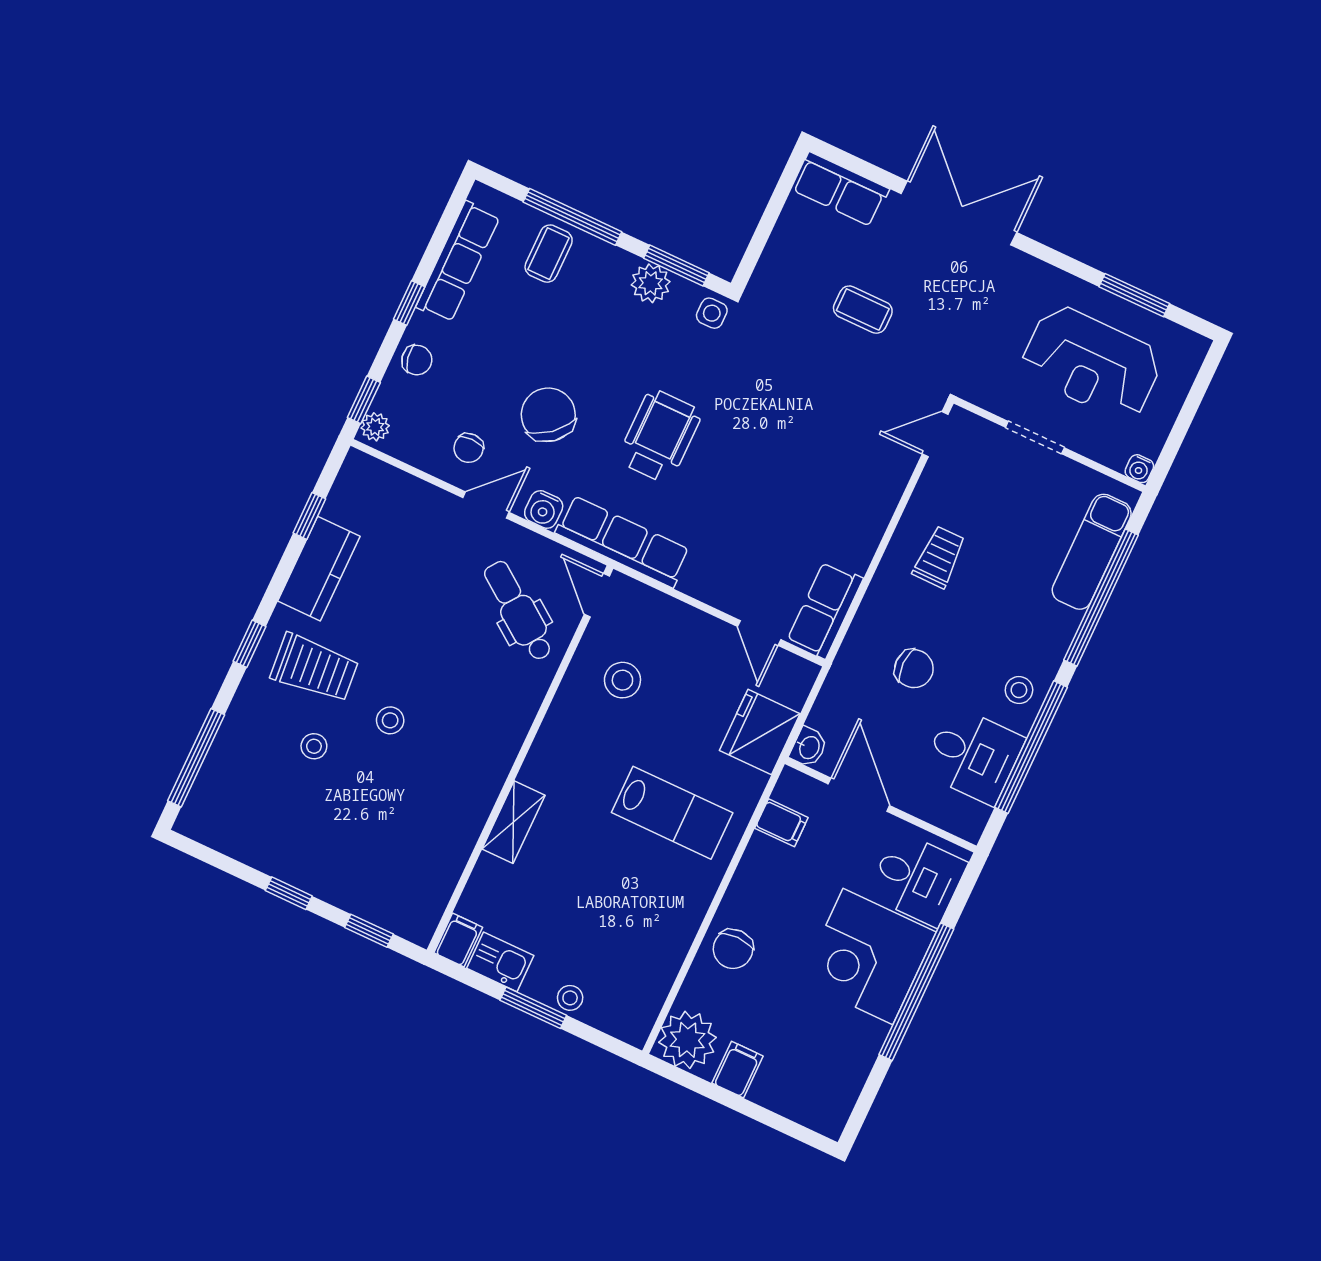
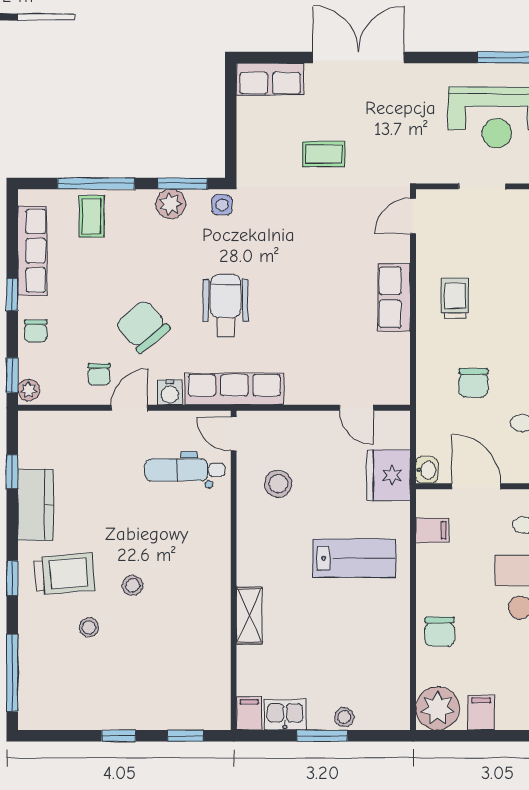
chair: (417, 360) -> (36, 331), turned 101
row of seats: (825, 610) -> (394, 297), moved
dental chair: (518, 611) -> (185, 470), turned -36
chair: (914, 669) -> (473, 383), turned 90

